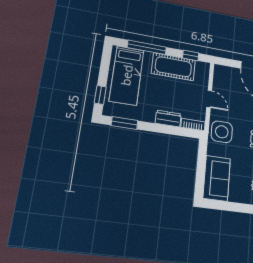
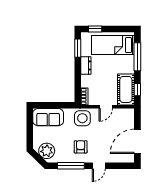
cot: (173, 67) -> (126, 89), moved
dresser: (168, 119) -> (86, 65), moved

